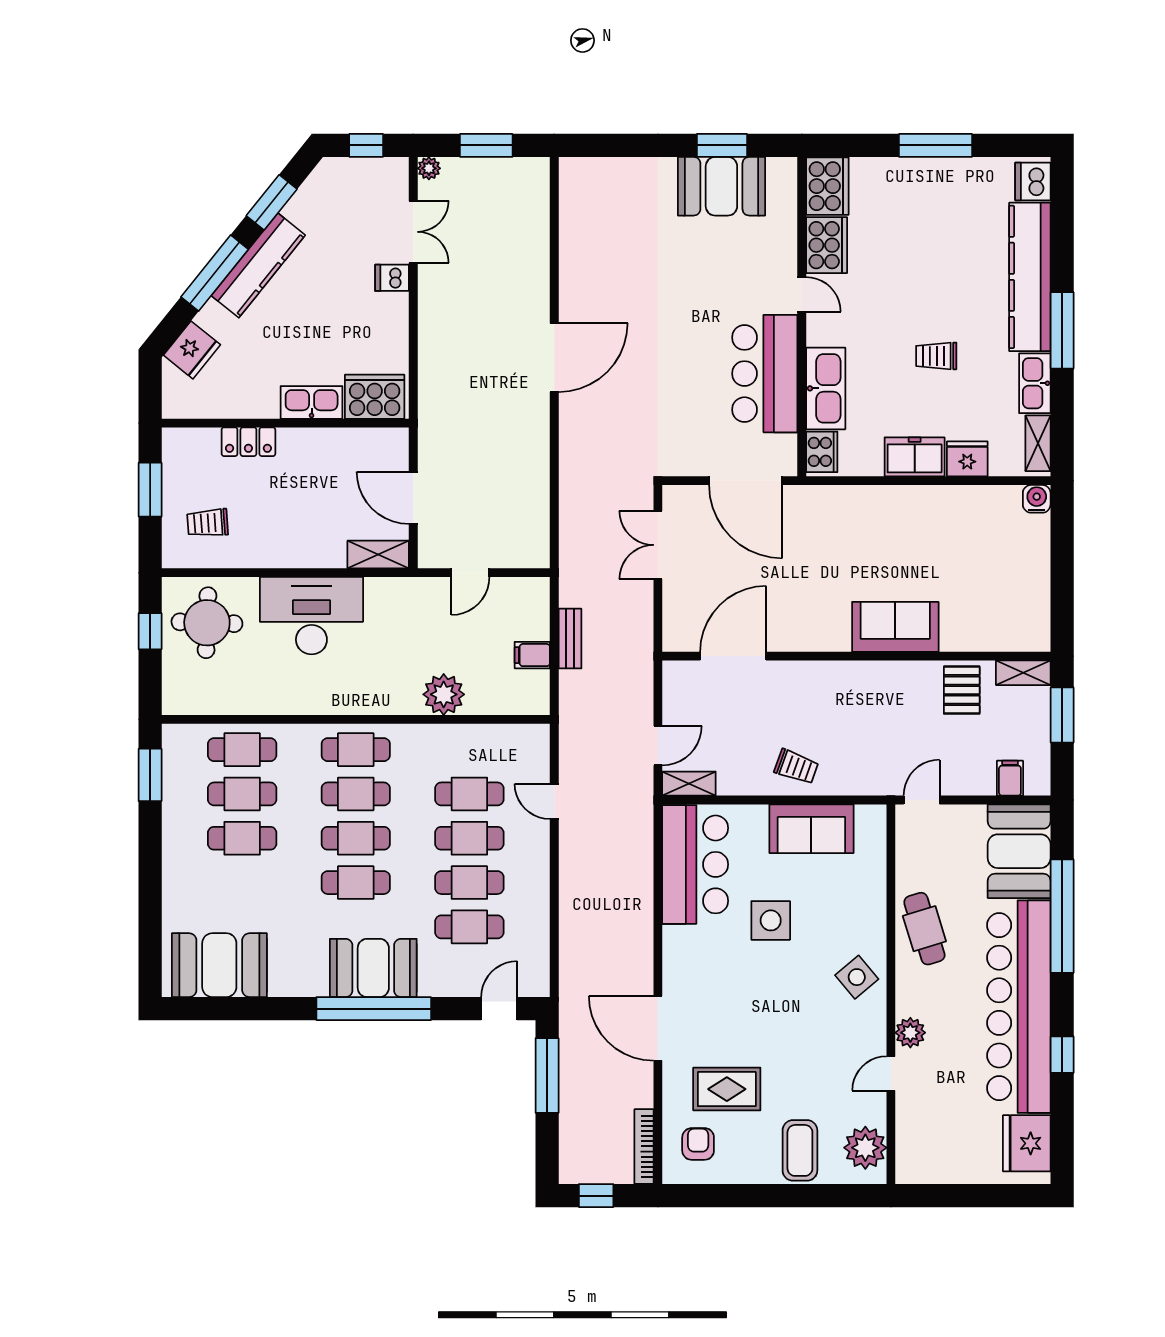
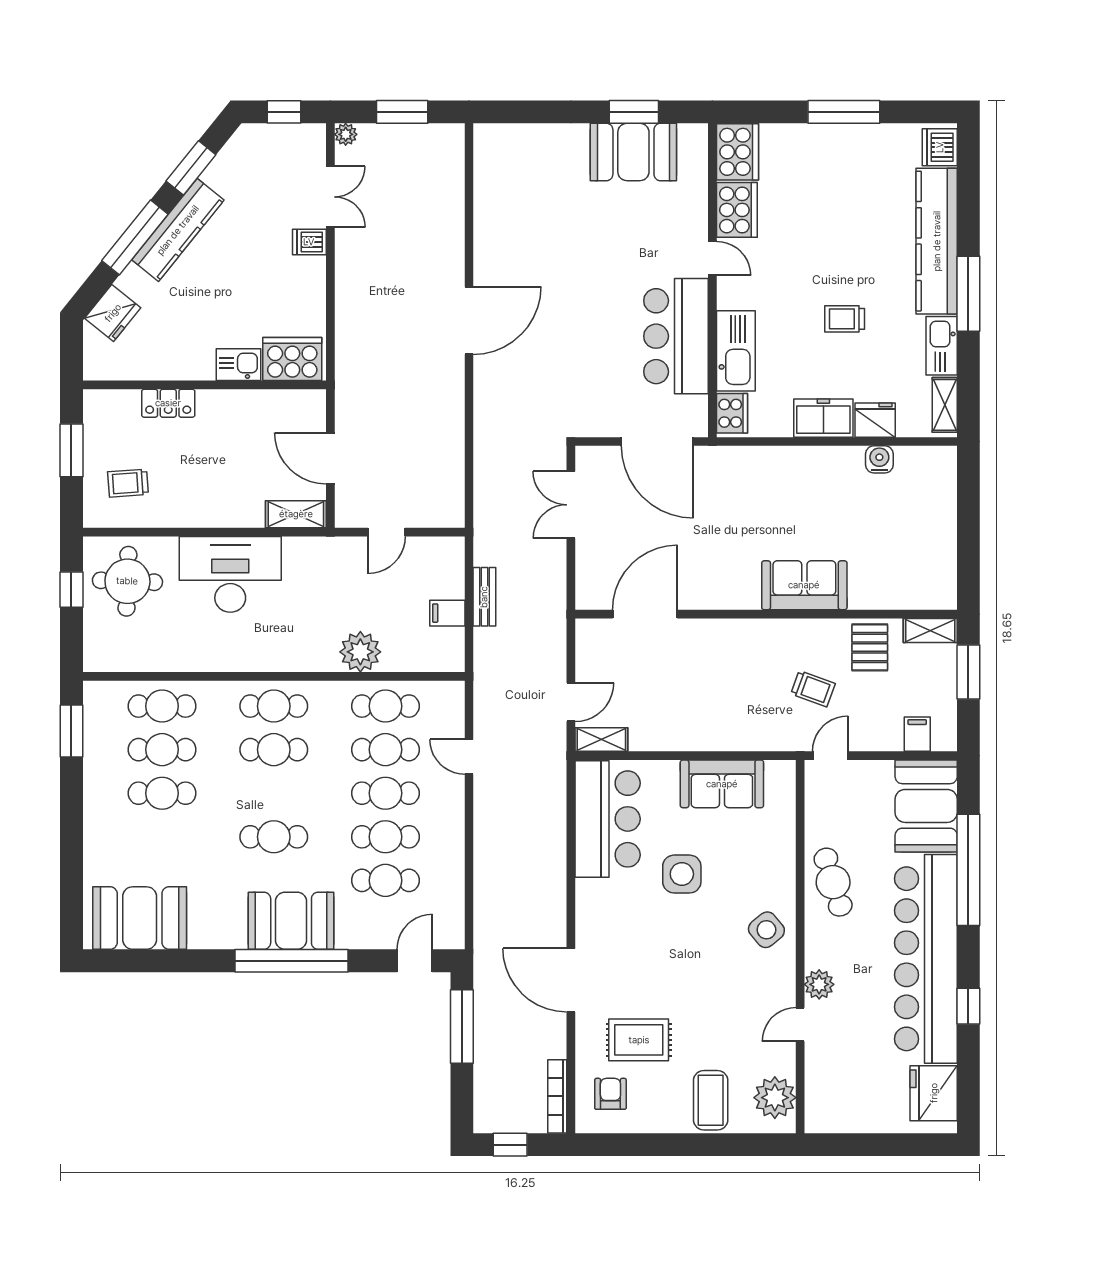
kitchen sink: (312, 402) -> (239, 365), width x0.73
water cooler: (1037, 499) -> (879, 459), moved
trolley: (796, 767) -> (813, 689), moved
cafe table: (356, 838) -> (385, 706), moved

